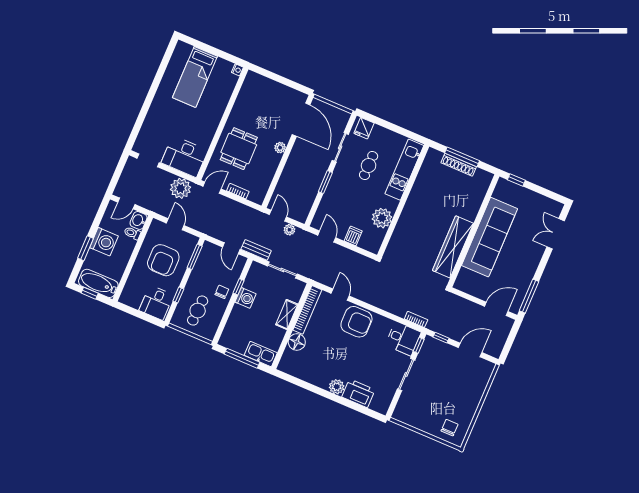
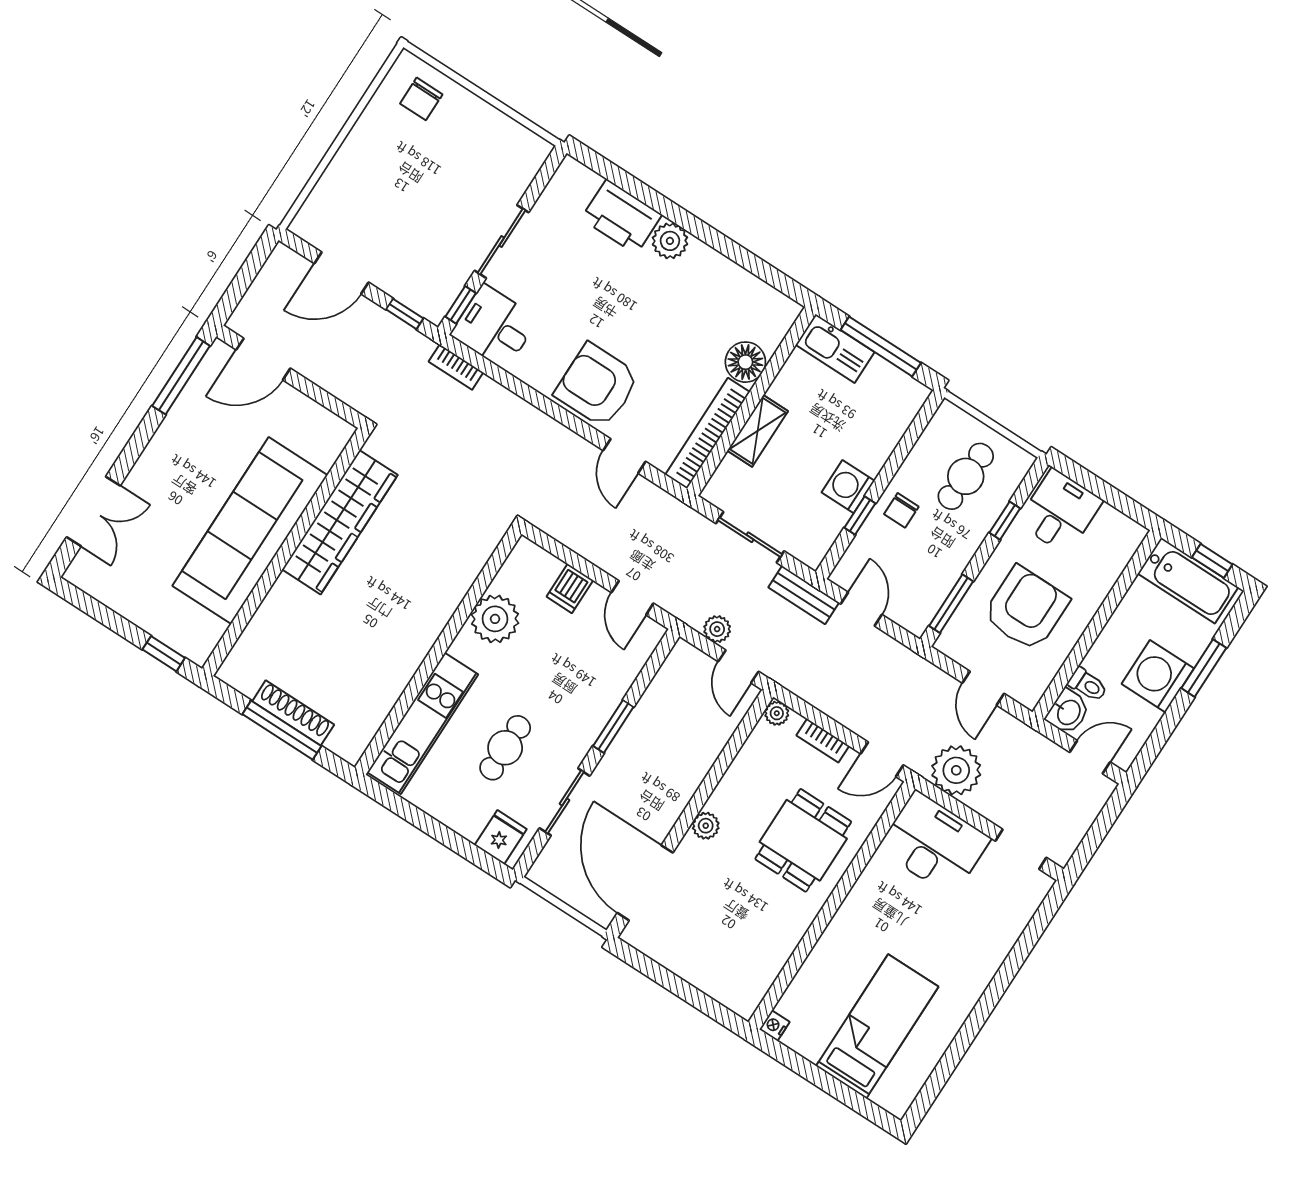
plant: (259, 199) -> (777, 713), added

